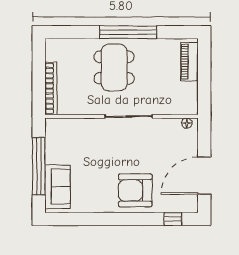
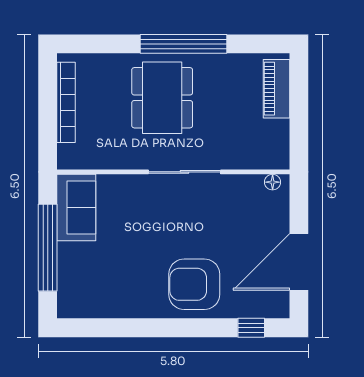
bookcase: (51, 88) -> (66, 102), moved
sofa: (58, 187) -> (76, 208), moved

